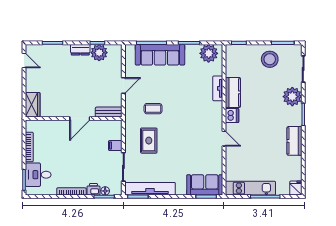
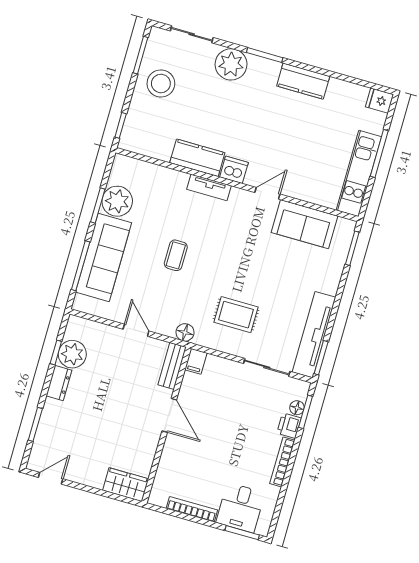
plant: (209, 53) -> (117, 201), moved
tv unit: (218, 88) -> (209, 187), moved
coffee table: (153, 109) -> (176, 255), moved
floor lamp: (130, 114) -> (185, 332), added
filing cabinet: (115, 146) -> (196, 361), moved
sofa: (205, 185) -> (304, 224), moved, turned -90

